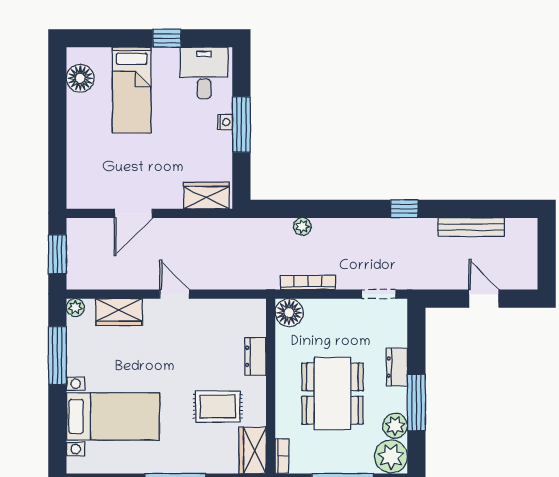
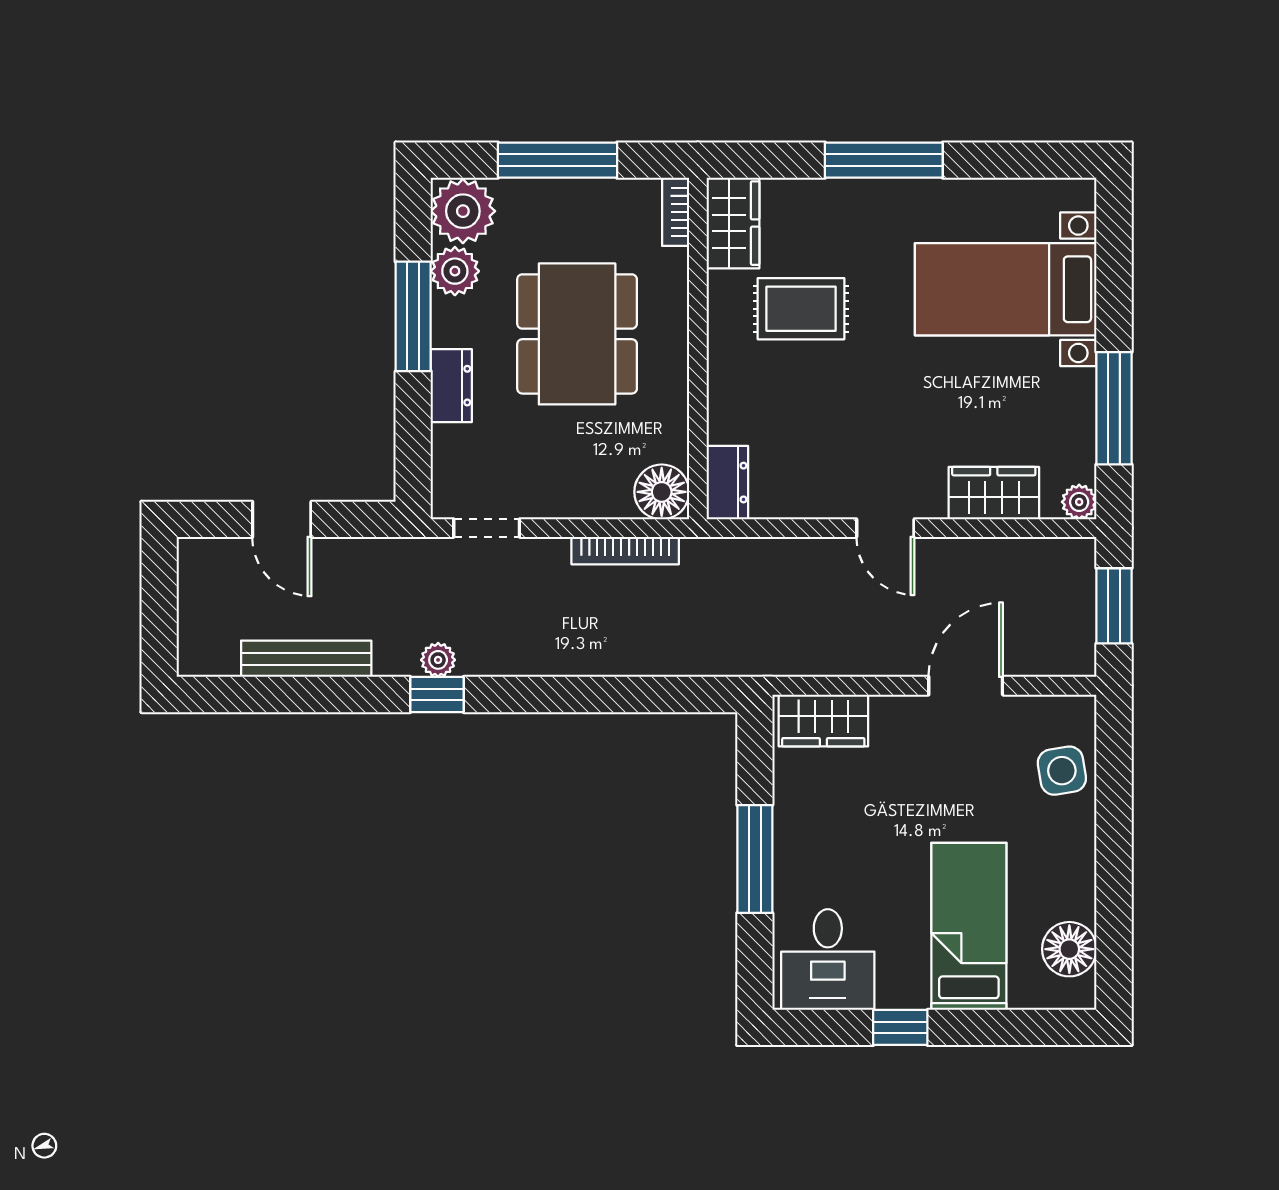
nightstand: (225, 122) -> (787, 864), removed
side table: (84, 170) -> (1062, 771), added
plant: (302, 227) -> (438, 660), moved
dresser: (255, 356) -> (727, 483), moved

